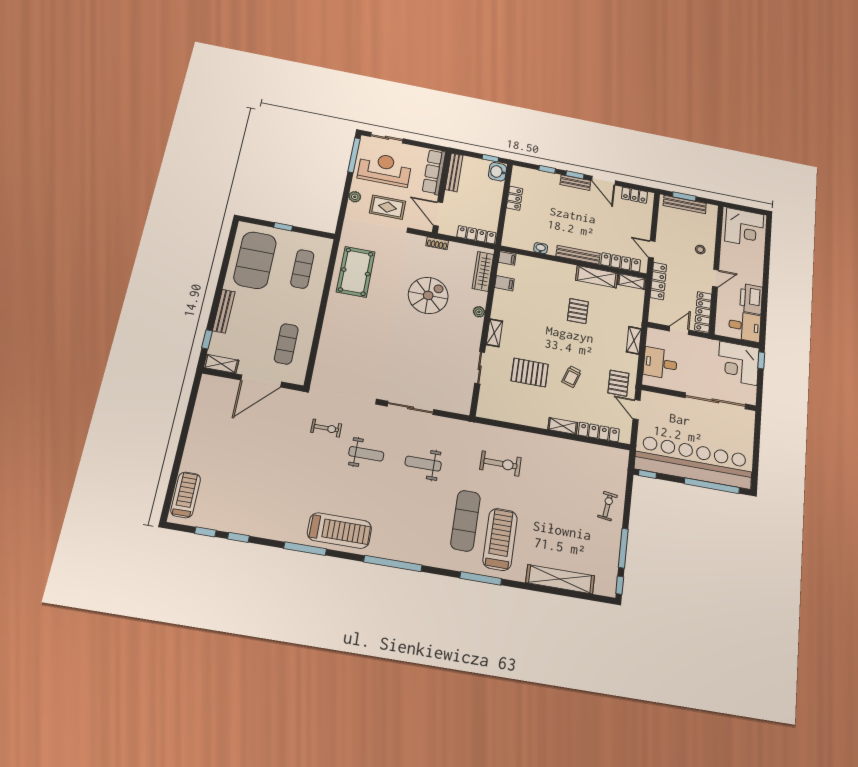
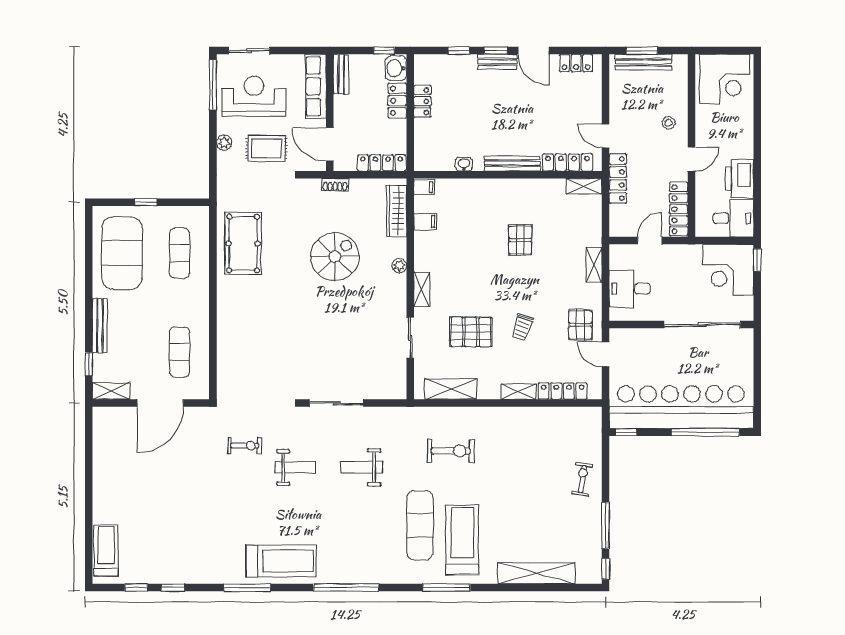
bench: (454, 172) -> (341, 74), width x0.73
locker: (495, 194) -> (397, 101), added
shelving: (597, 277) -> (451, 389), moved

